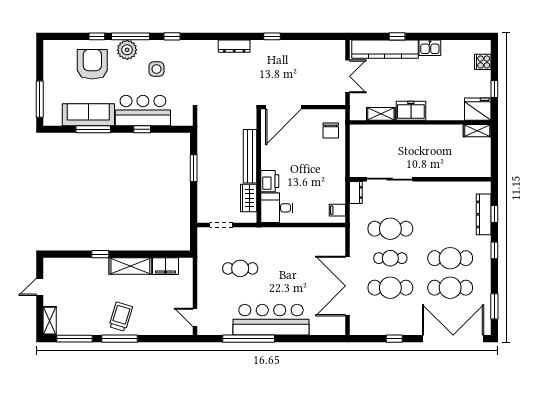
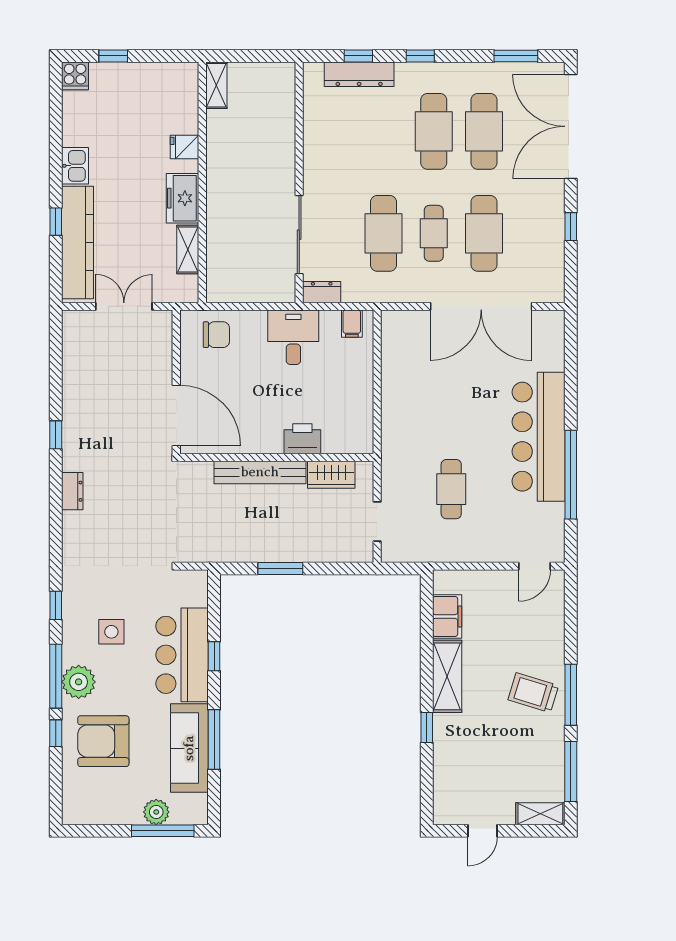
dresser: (234, 46) -> (72, 491), width x0.70
cooker: (483, 62) -> (75, 76), moved
window: (494, 89) -> (113, 56), moved
plant: (51, 95) -> (156, 812), added
fridge: (478, 109) -> (185, 147), moved, width x0.53, depth x0.75
desk: (277, 208) -> (293, 337), moved, turned 180
door: (40, 287) -> (483, 831), hinge flipped

